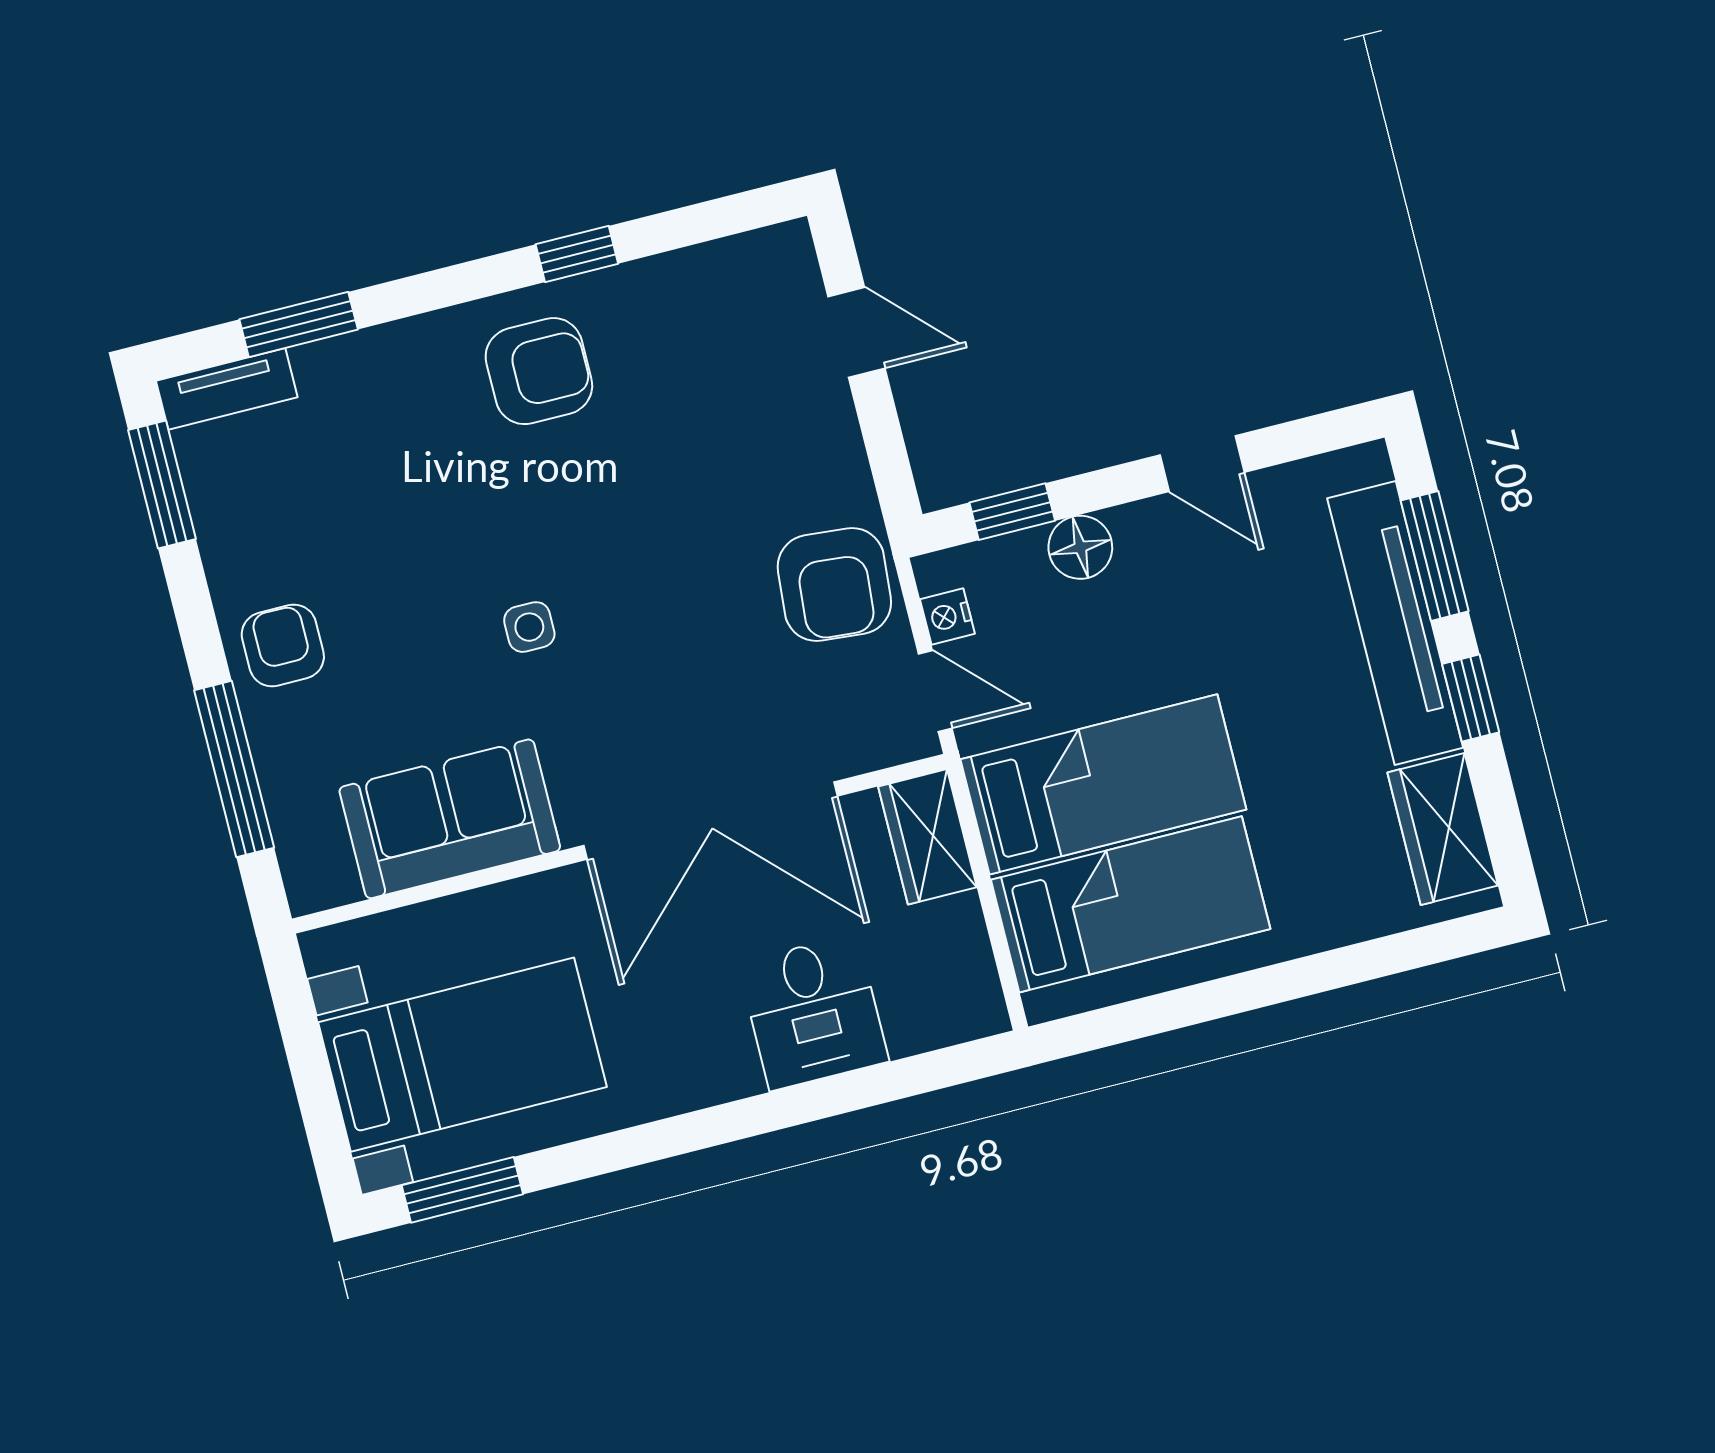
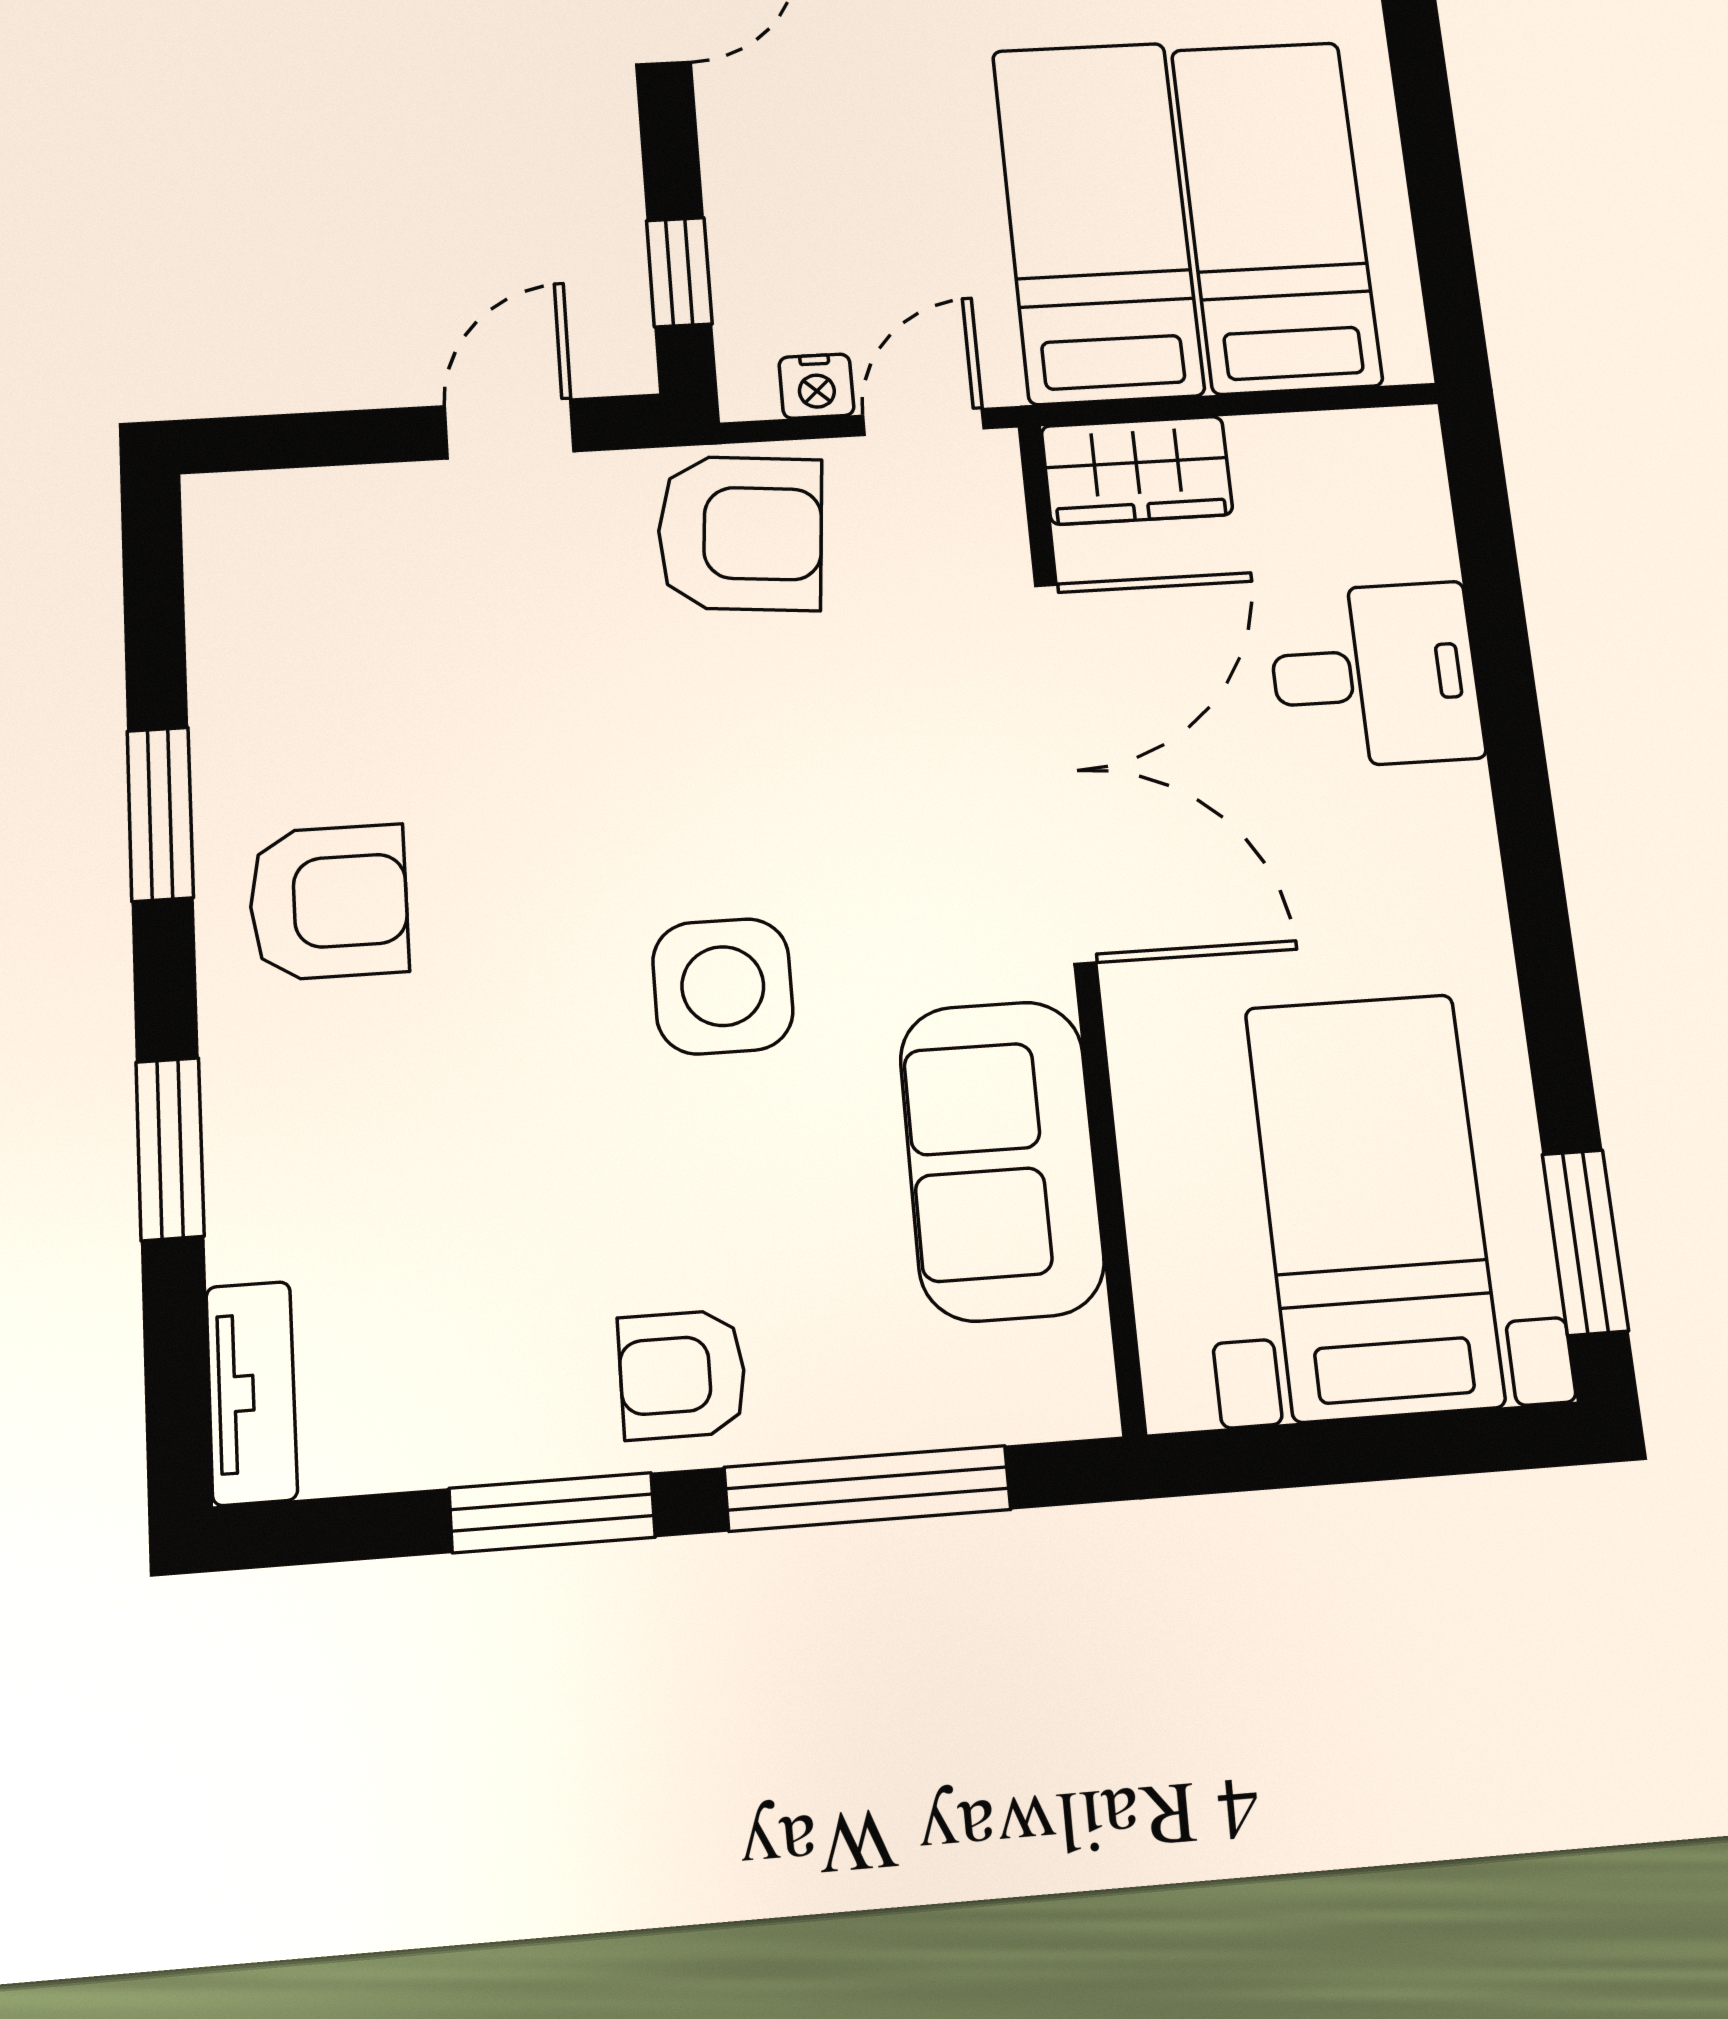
window: (577, 254) -> (160, 814), width x1.50
window: (299, 324) -> (170, 1149), moved
door: (856, 332) -> (509, 429), moved
armchair: (539, 371) -> (329, 902), turned 90
window: (162, 484) -> (552, 1513), moved
floor lamp: (1080, 547) -> (749, 191), removed
side table: (529, 627) -> (723, 986), width x1.87, depth x1.87

